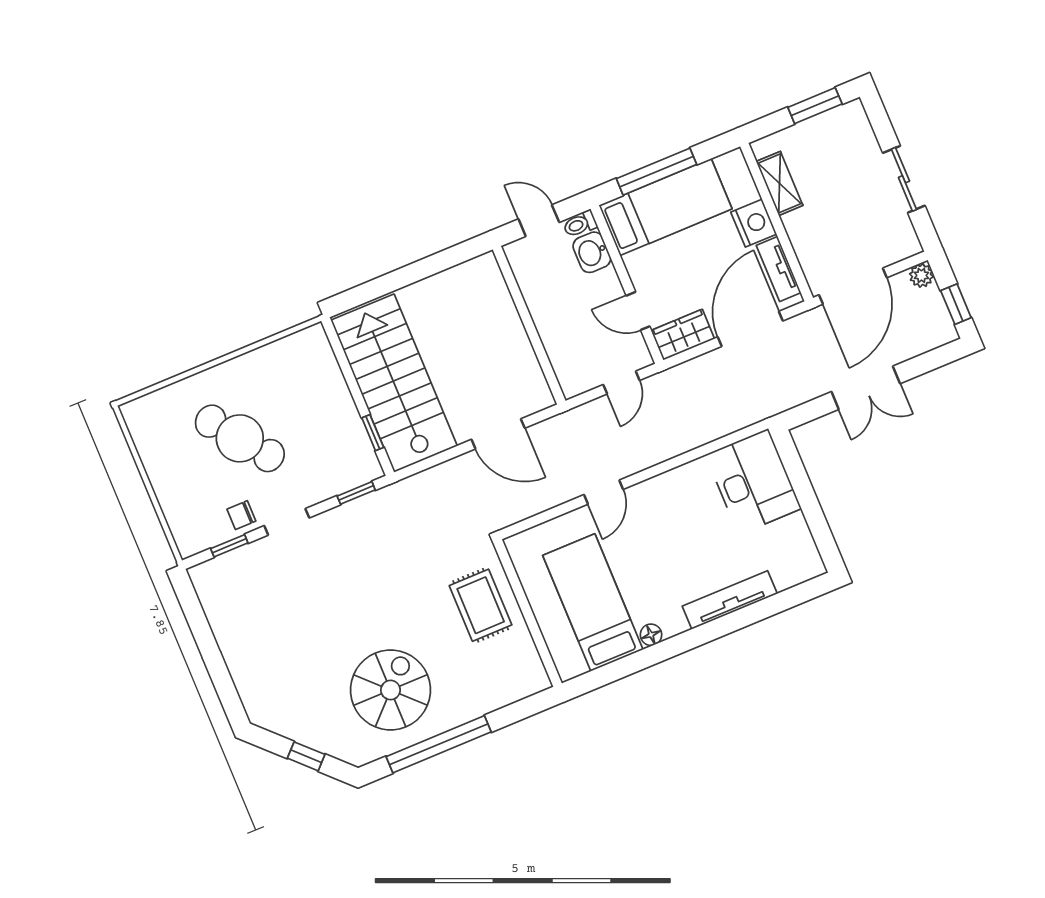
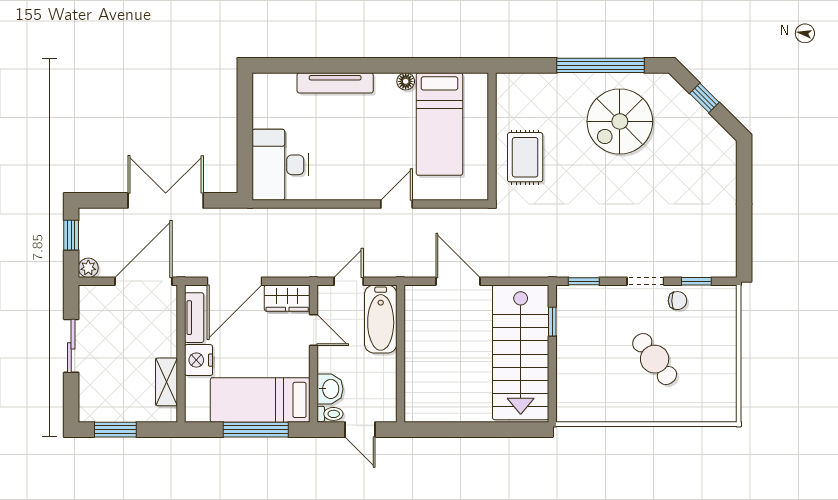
bathtub: (568, 355) -> (381, 319), added
double door: (866, 388) -> (166, 200), width x1.37
cafe table: (240, 438) -> (655, 359), width x0.73, depth x0.74

